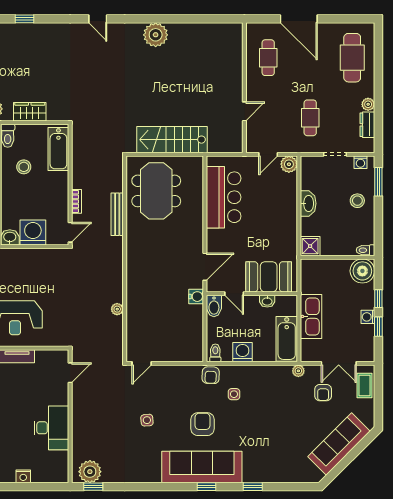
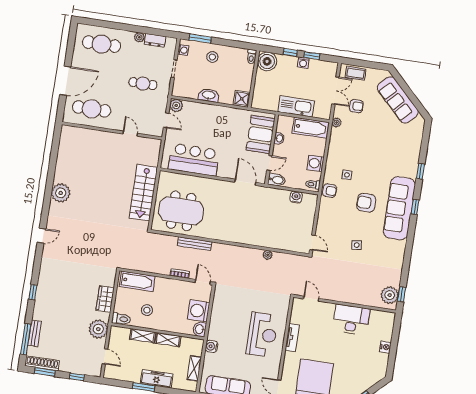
cafe table: (268, 58) -> (92, 109), width x1.37, depth x1.35
water cooler: (196, 297) -> (296, 197), moved

